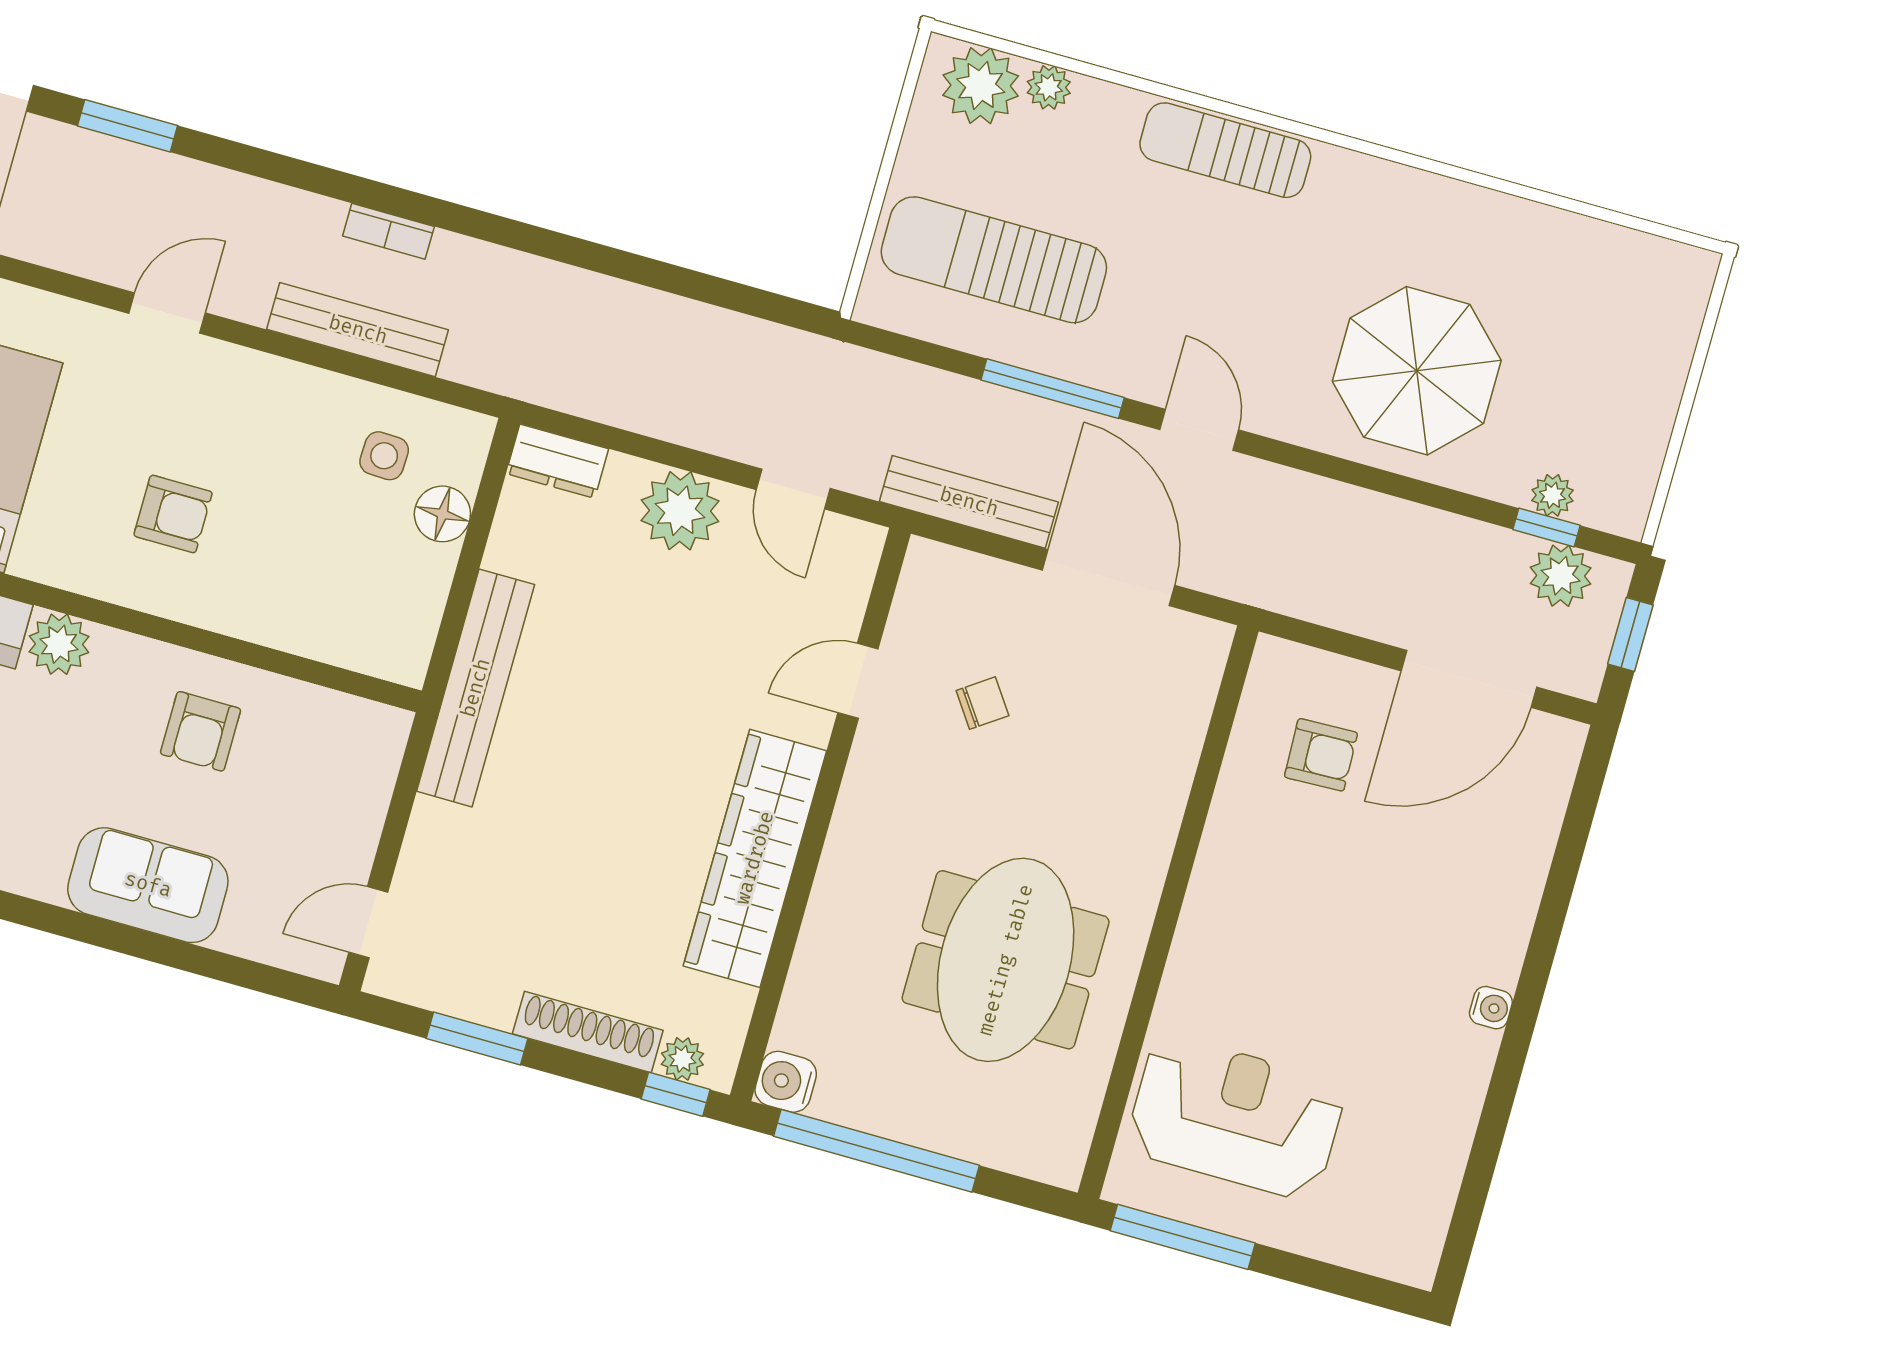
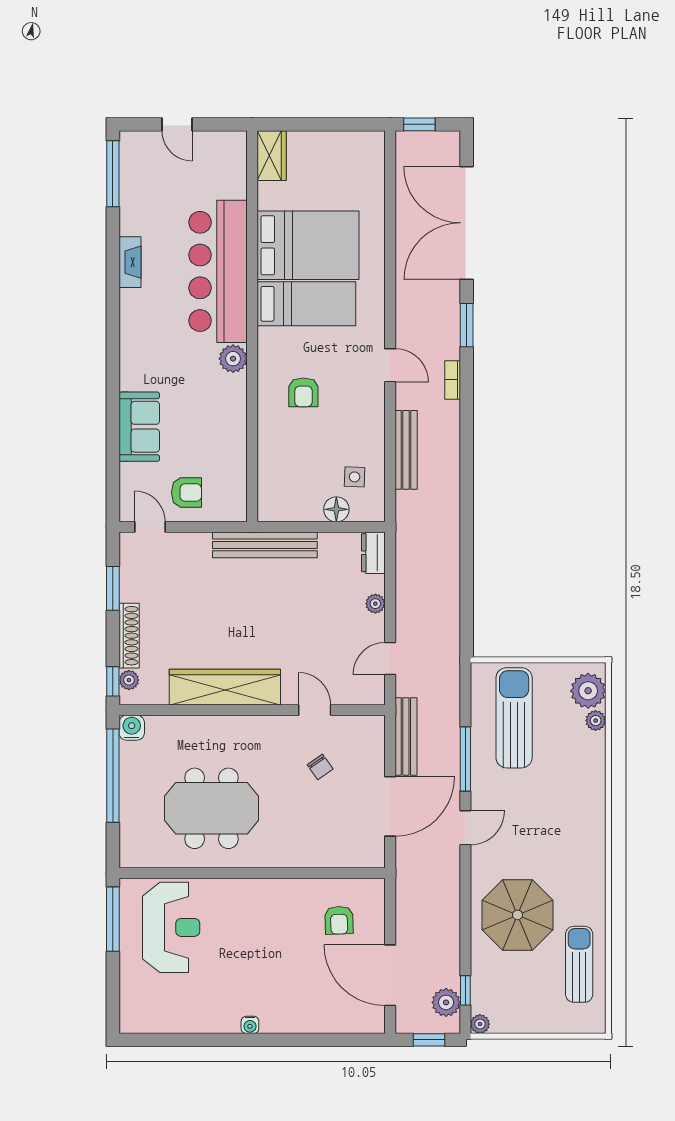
sun lounger: (1225, 150) -> (579, 964), moved
bookcase: (388, 231) -> (453, 380), moved
plant: (1552, 495) -> (480, 1024), moved
plant: (680, 511) -> (375, 604), width x0.53, depth x0.53
armchair: (201, 731) -> (187, 493), moved, turned 180

